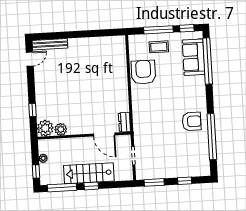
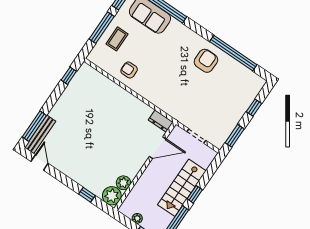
window: (107, 33) -> (69, 76), added
window: (52, 36) -> (34, 126), added
armchair: (143, 72) -> (129, 70), width x0.53, depth x0.53

